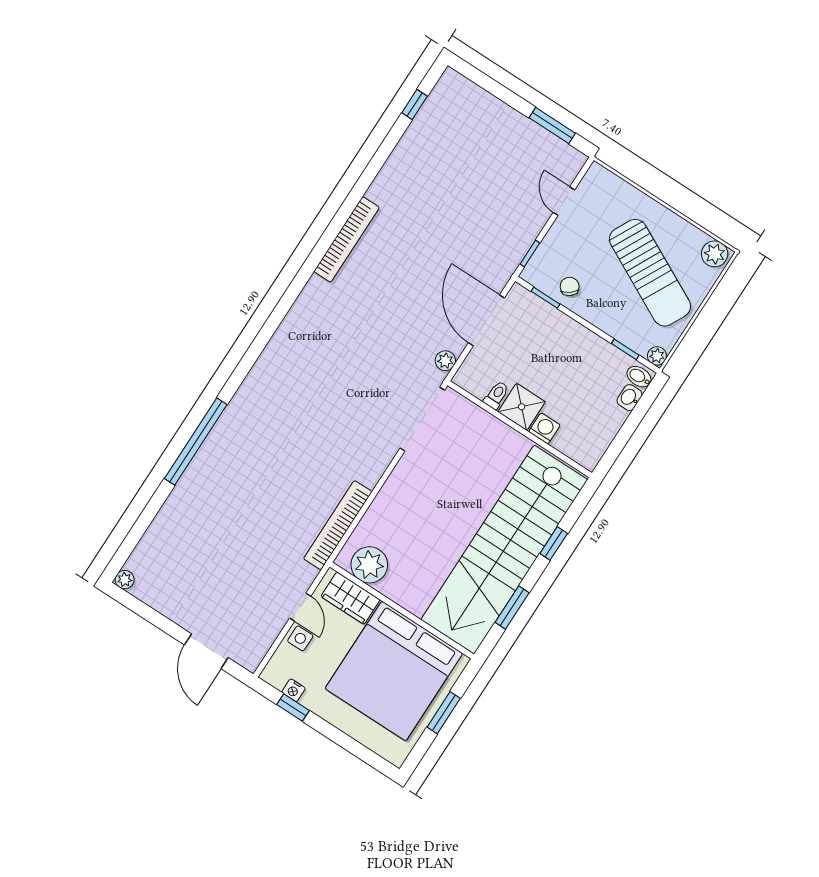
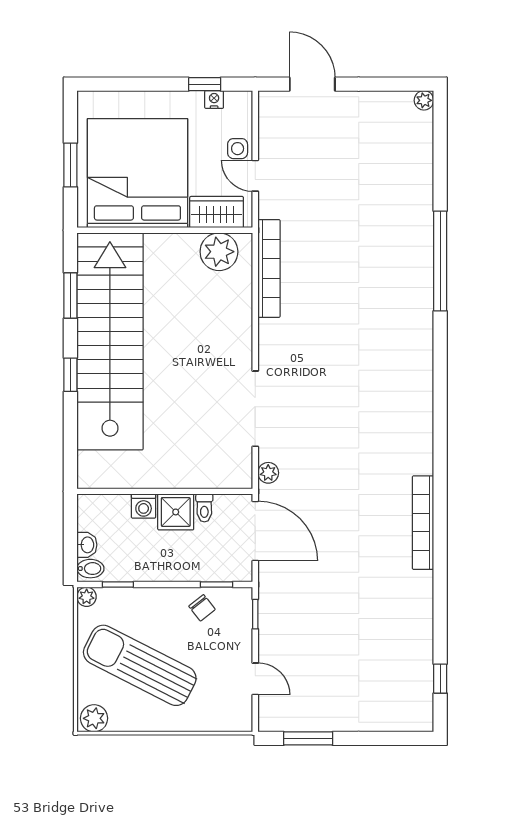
toilet: (496, 395) -> (204, 508), moved
shower: (522, 407) -> (176, 512), moved
washing machine: (544, 428) -> (144, 506), moved
wall: (520, 429) -> (165, 491), moved

